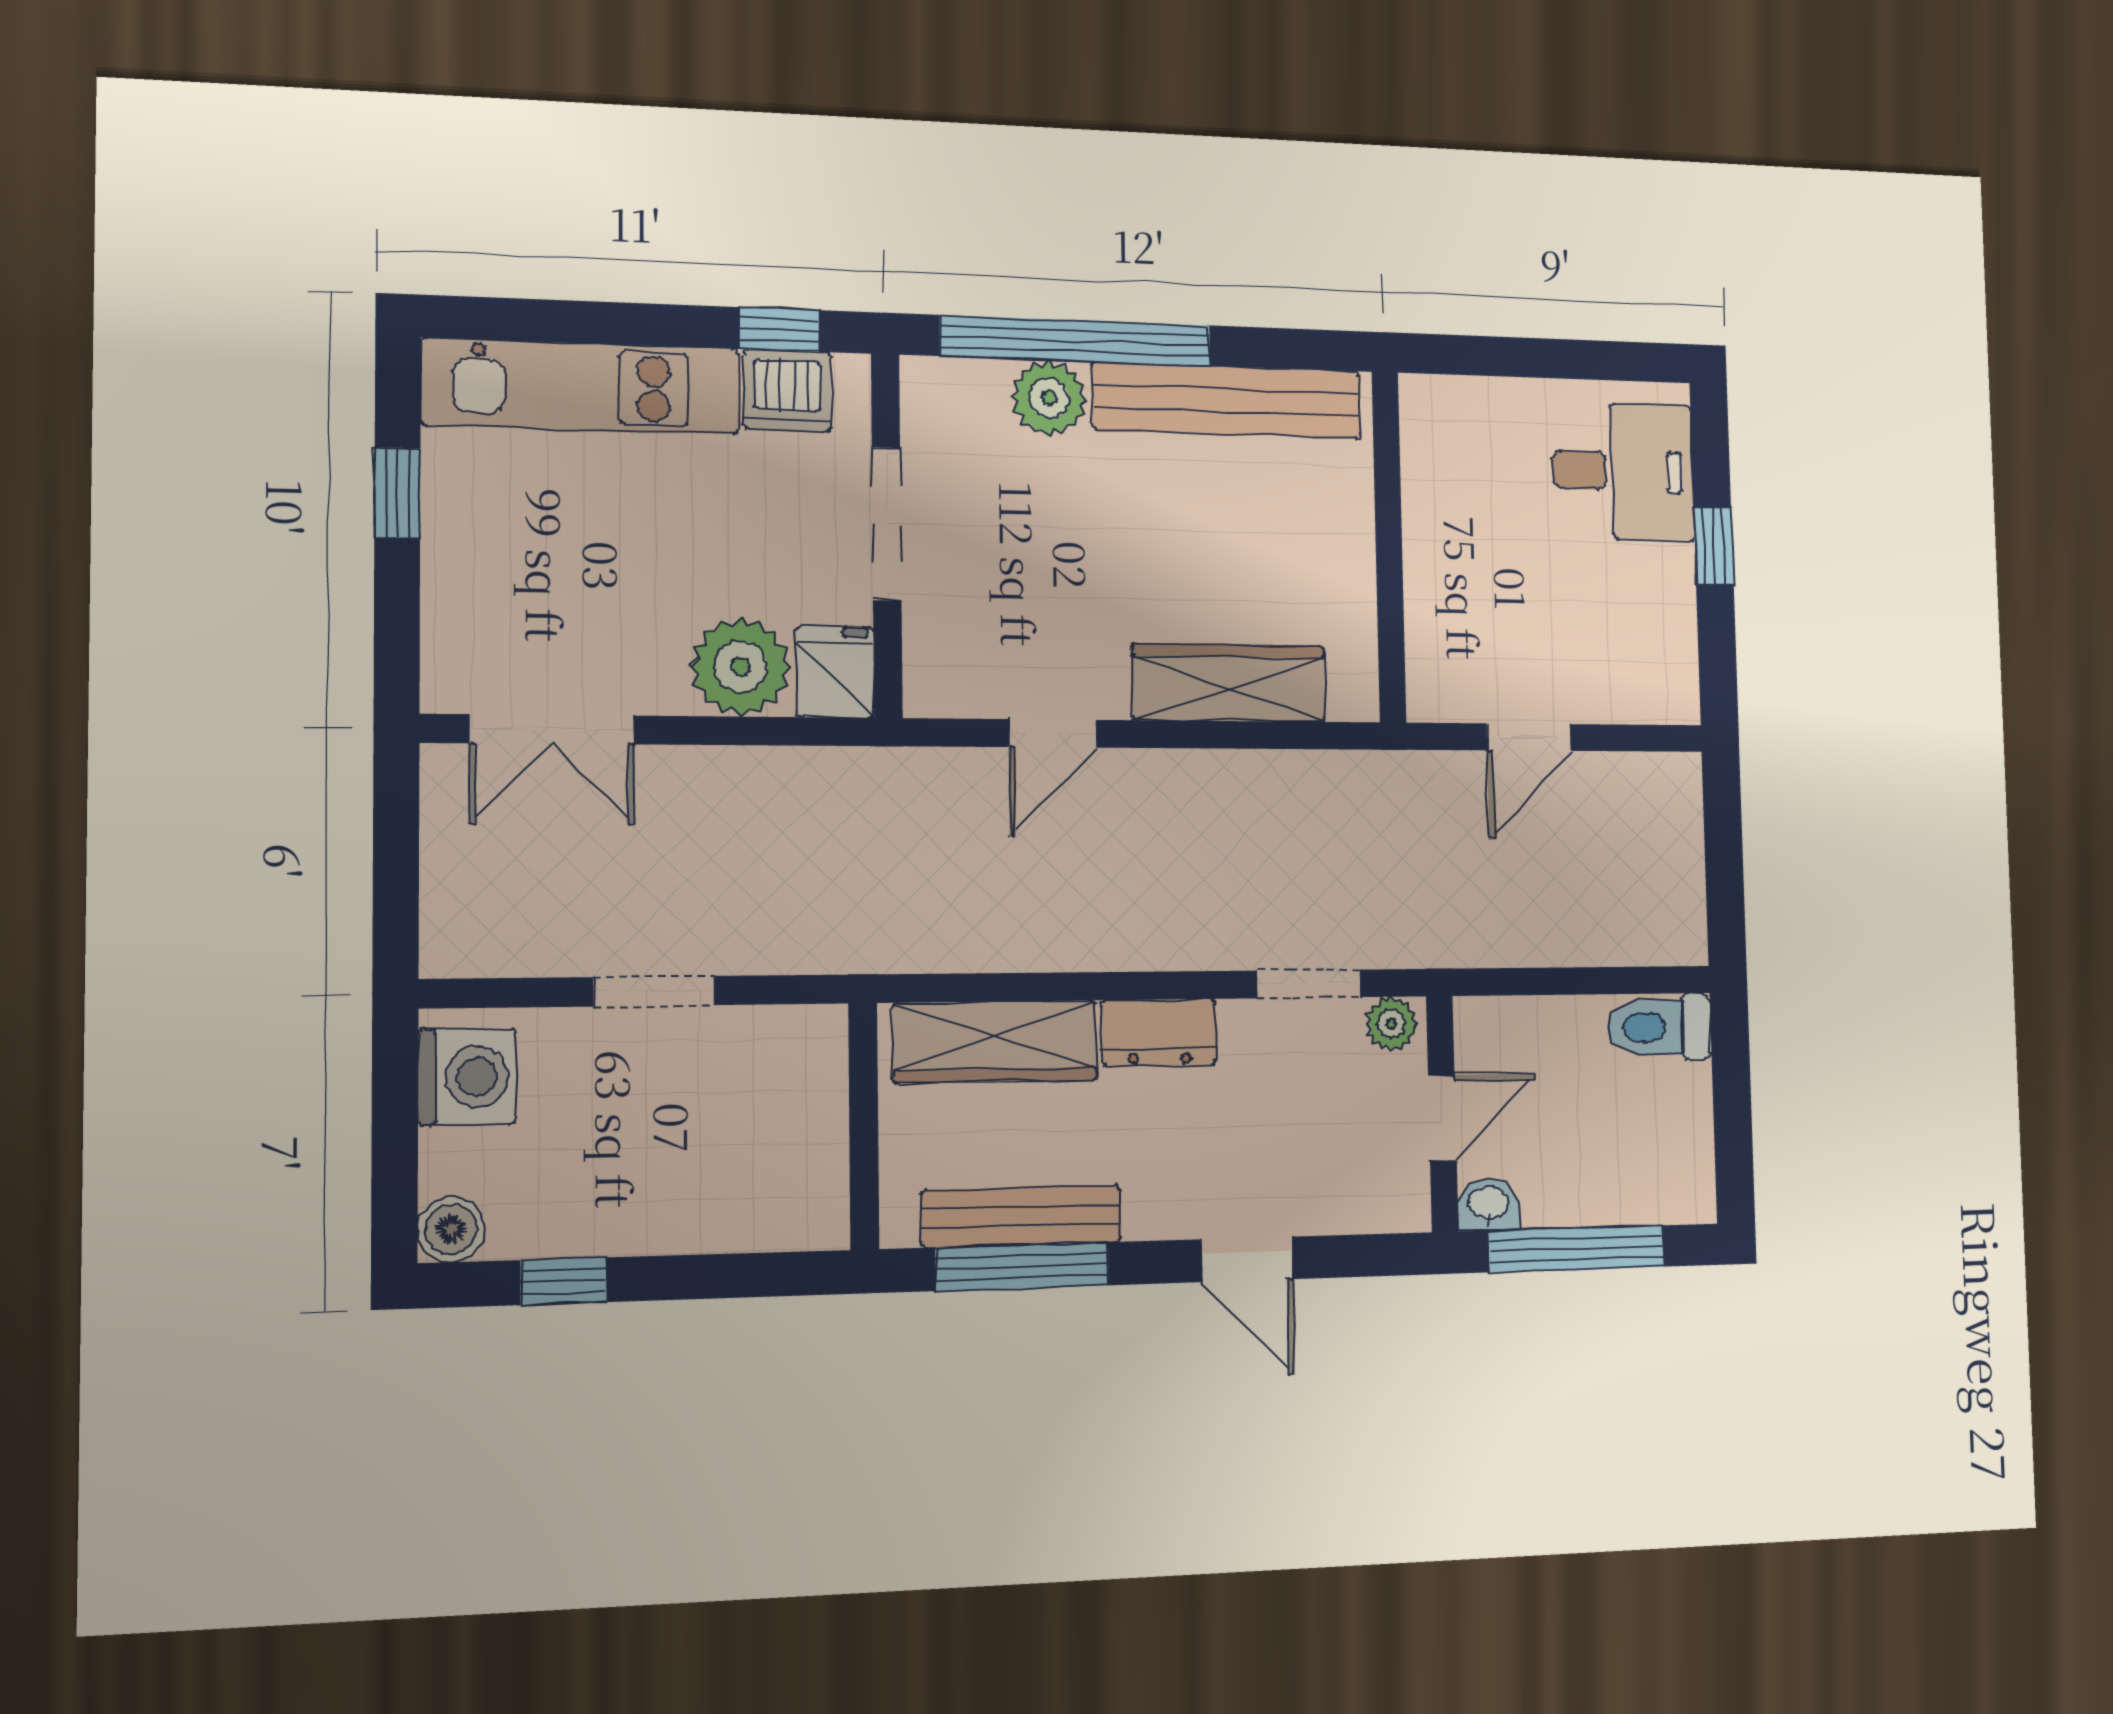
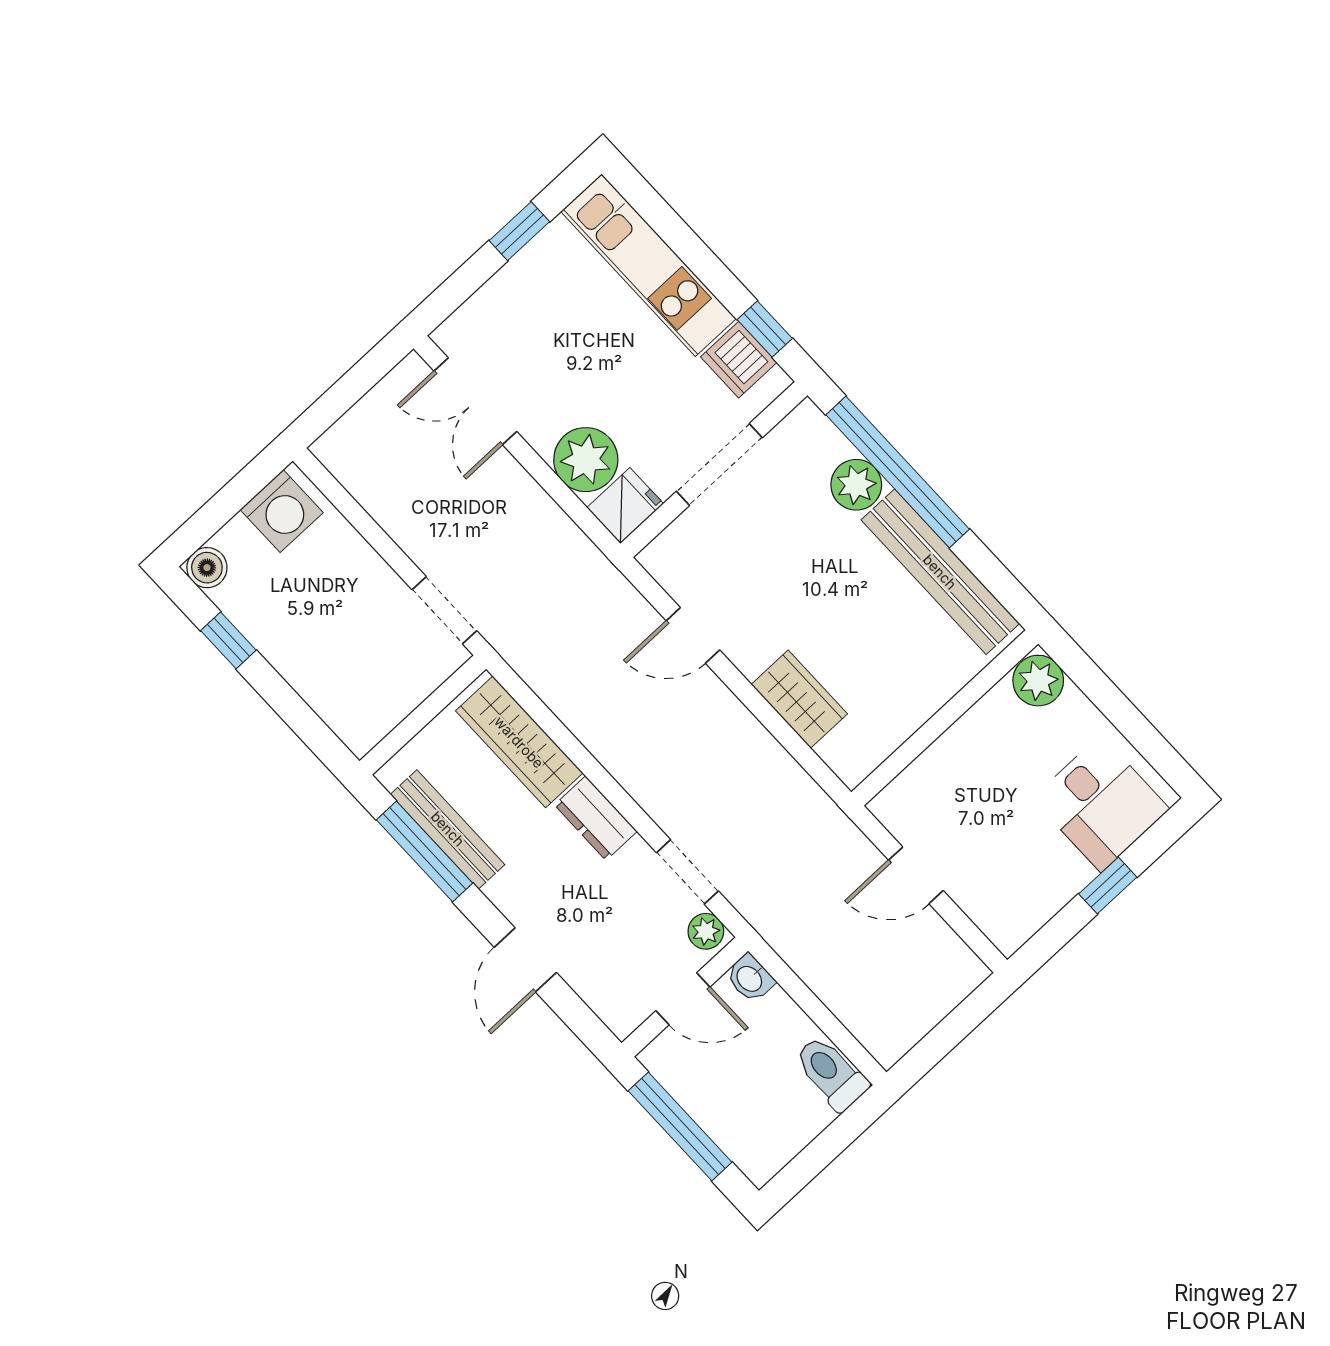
plant: (1437, 411) -> (1038, 681), added
wardrobe: (1229, 683) -> (799, 699), width x0.67
doorway: (654, 991) -> (444, 610), moved
washbasin: (1489, 1204) -> (750, 978), moved, turned 180

